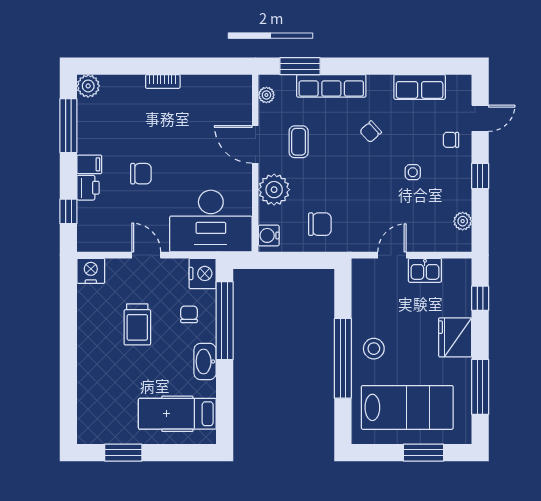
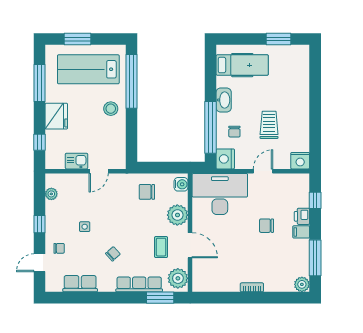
plant: (266, 95) -> (178, 278), width x1.88, depth x1.88
door: (146, 255) -> (263, 171), swing flipped
window: (343, 358) -> (131, 81), moved

